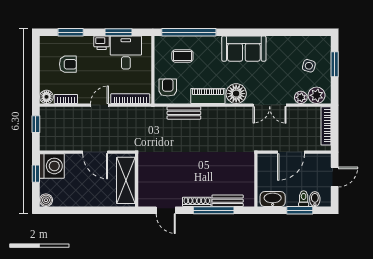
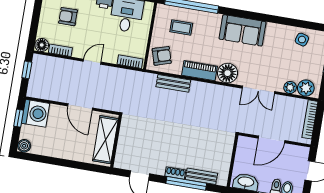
armchair: (68, 64) -> (68, 17), turned 180
side table: (309, 66) -> (302, 40), moved
armchair: (168, 88) -> (162, 56), turned 73
bookcase: (130, 99) -> (130, 62), width x0.64
shoe rack: (197, 202) -> (175, 173), width x0.70

